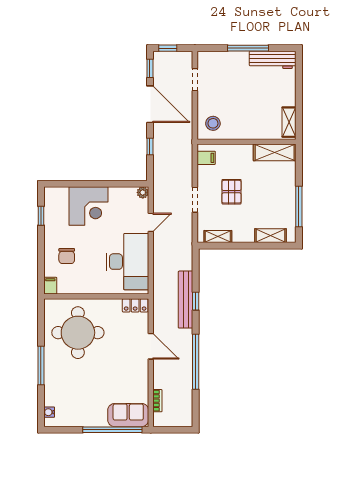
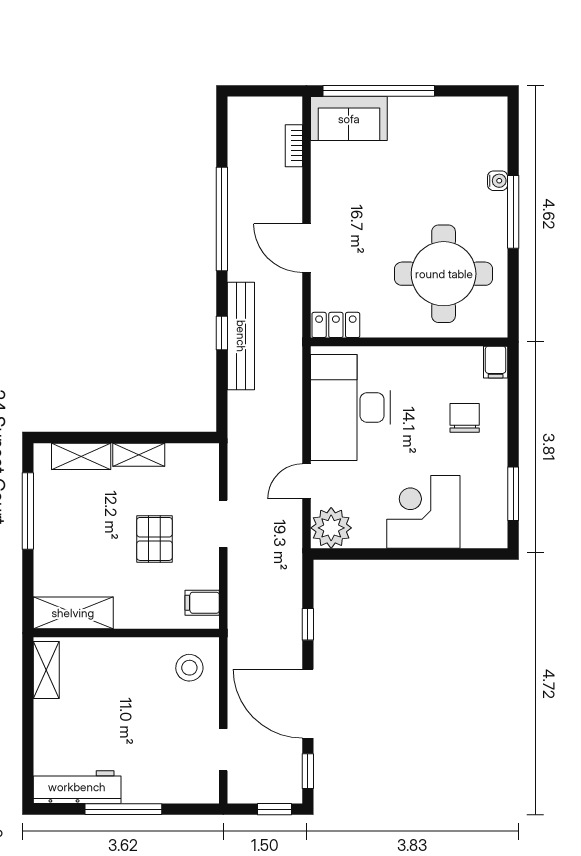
plant: (143, 192) -> (331, 528), width x1.88, depth x1.88
window: (41, 216) -> (513, 494), width x1.50
shelving: (218, 236) -> (139, 455), moved
water cooler: (49, 412) -> (498, 181), moved

